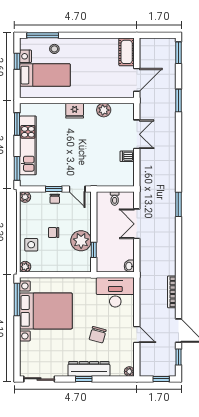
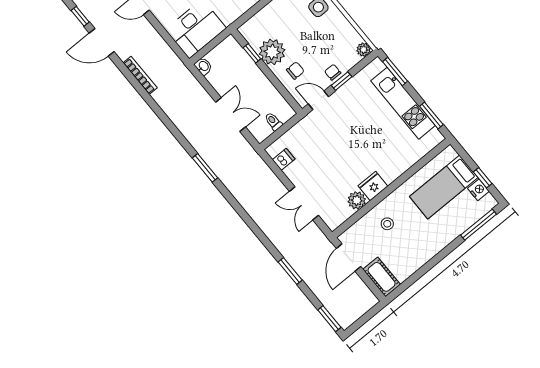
stool: (54, 49) -> (387, 224), moved
fridge: (75, 111) -> (373, 186), moved
dishwasher: (127, 156) -> (284, 159), moved
chair: (54, 233) -> (295, 71), moved

